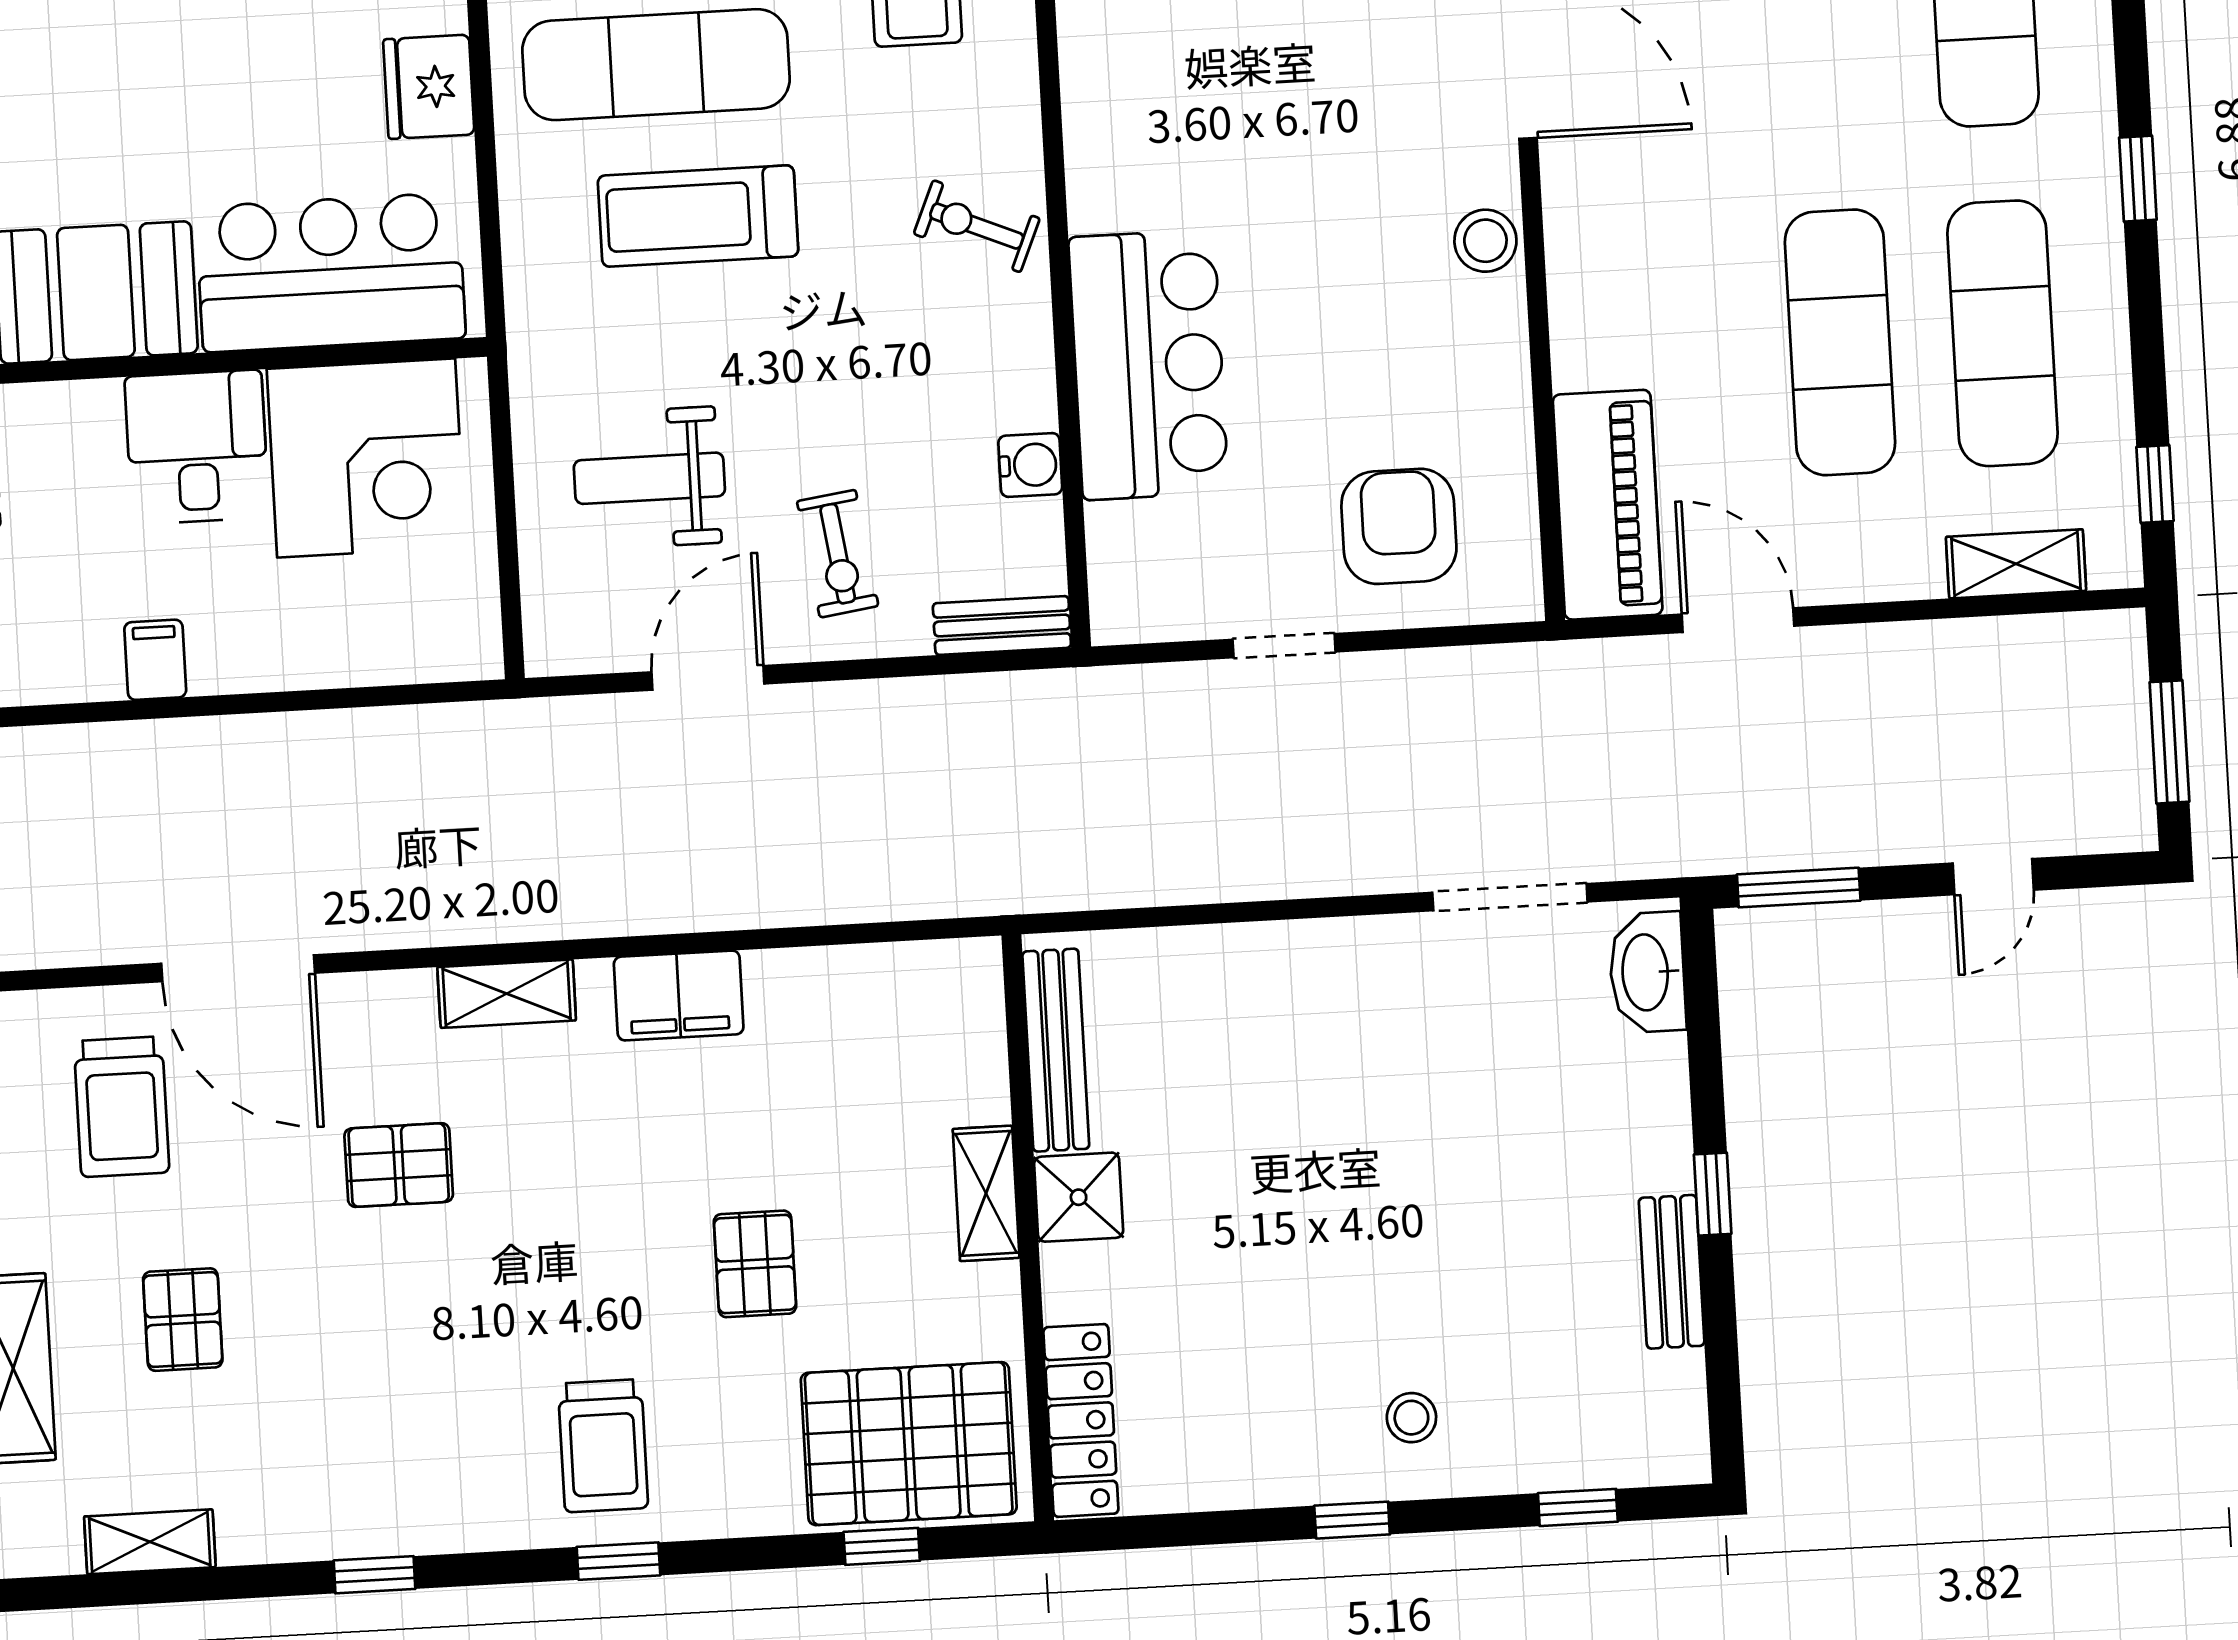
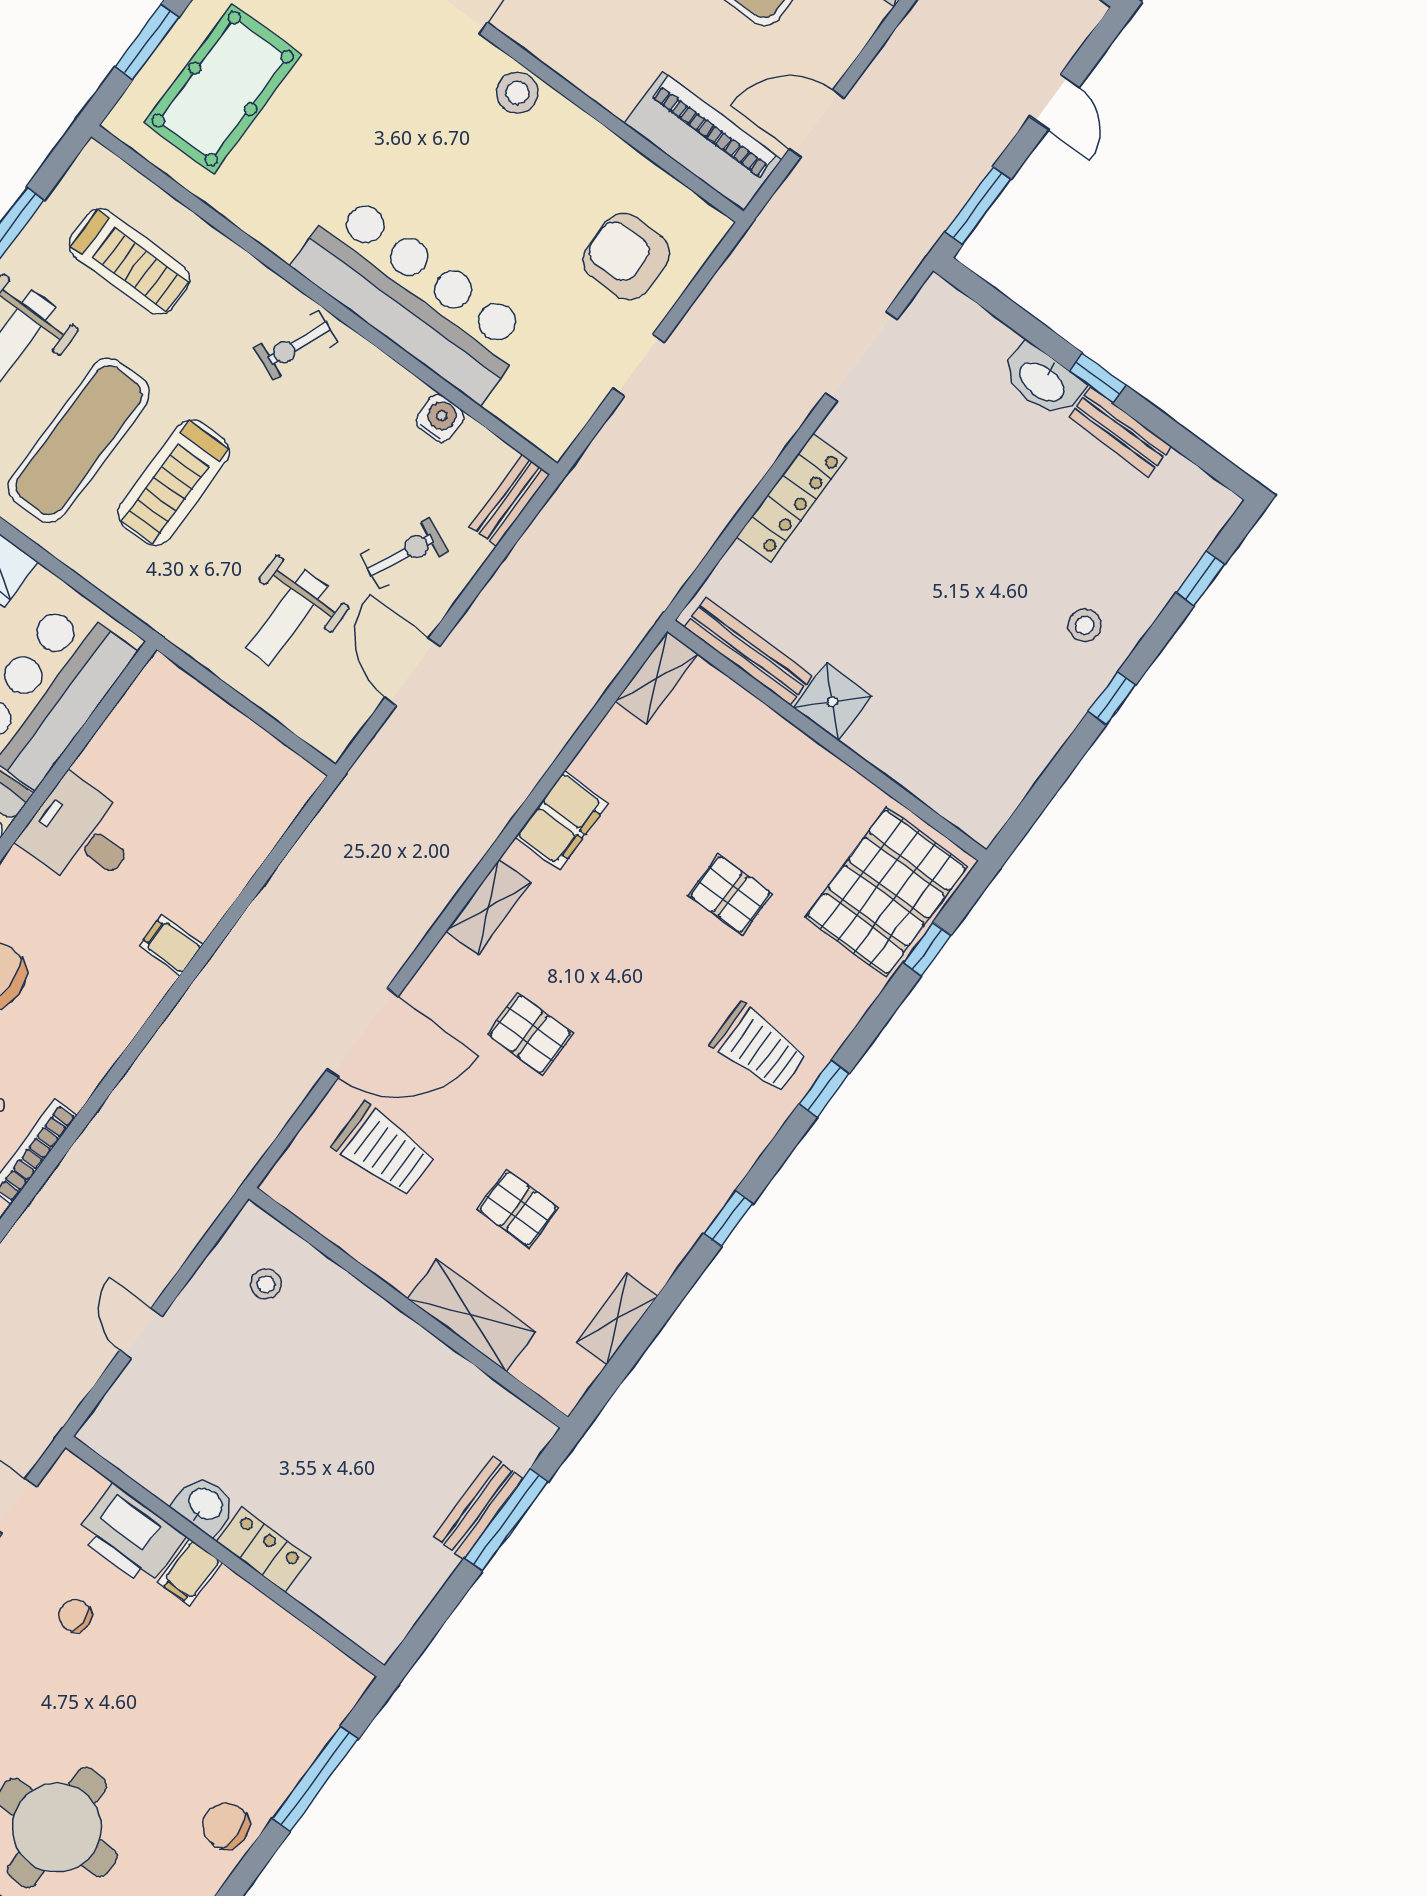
bar counter: (1149, 365) -> (413, 297), width x1.36
corner desk: (366, 458) -> (157, 753), removed
exercise bike: (838, 554) -> (404, 554), turned -57
washbasin: (1647, 972) -> (1042, 381), moved
pallet: (399, 1165) -> (530, 1034), turned 90
shelving: (986, 1193) -> (657, 678), moved, turned 90
locker: (1081, 1420) -> (792, 498), moved, turned 90

